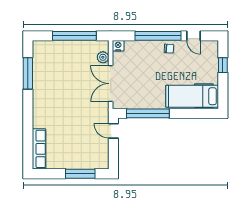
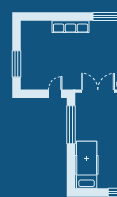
row of seats: (39, 149) -> (71, 27), moved

